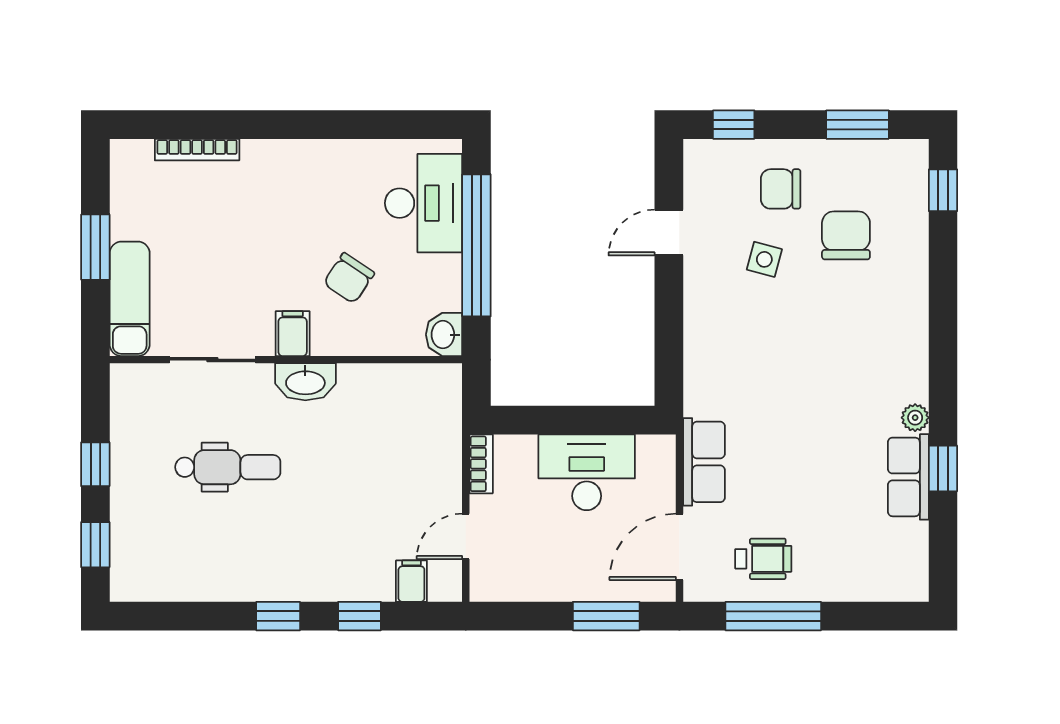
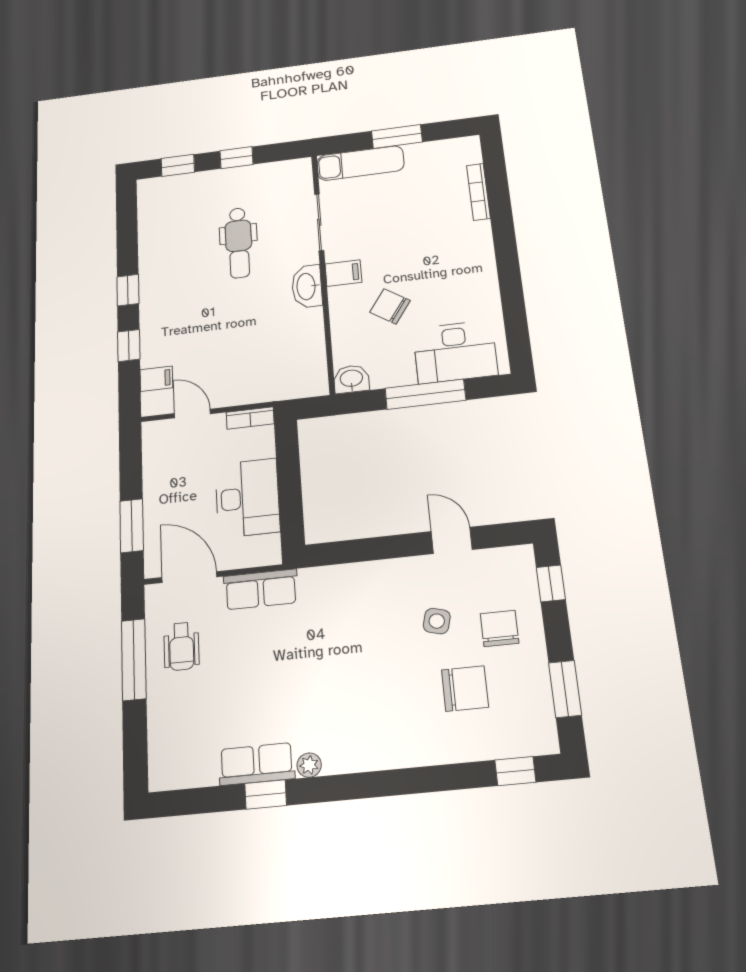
window: (476, 245) -> (425, 394), width x0.68

